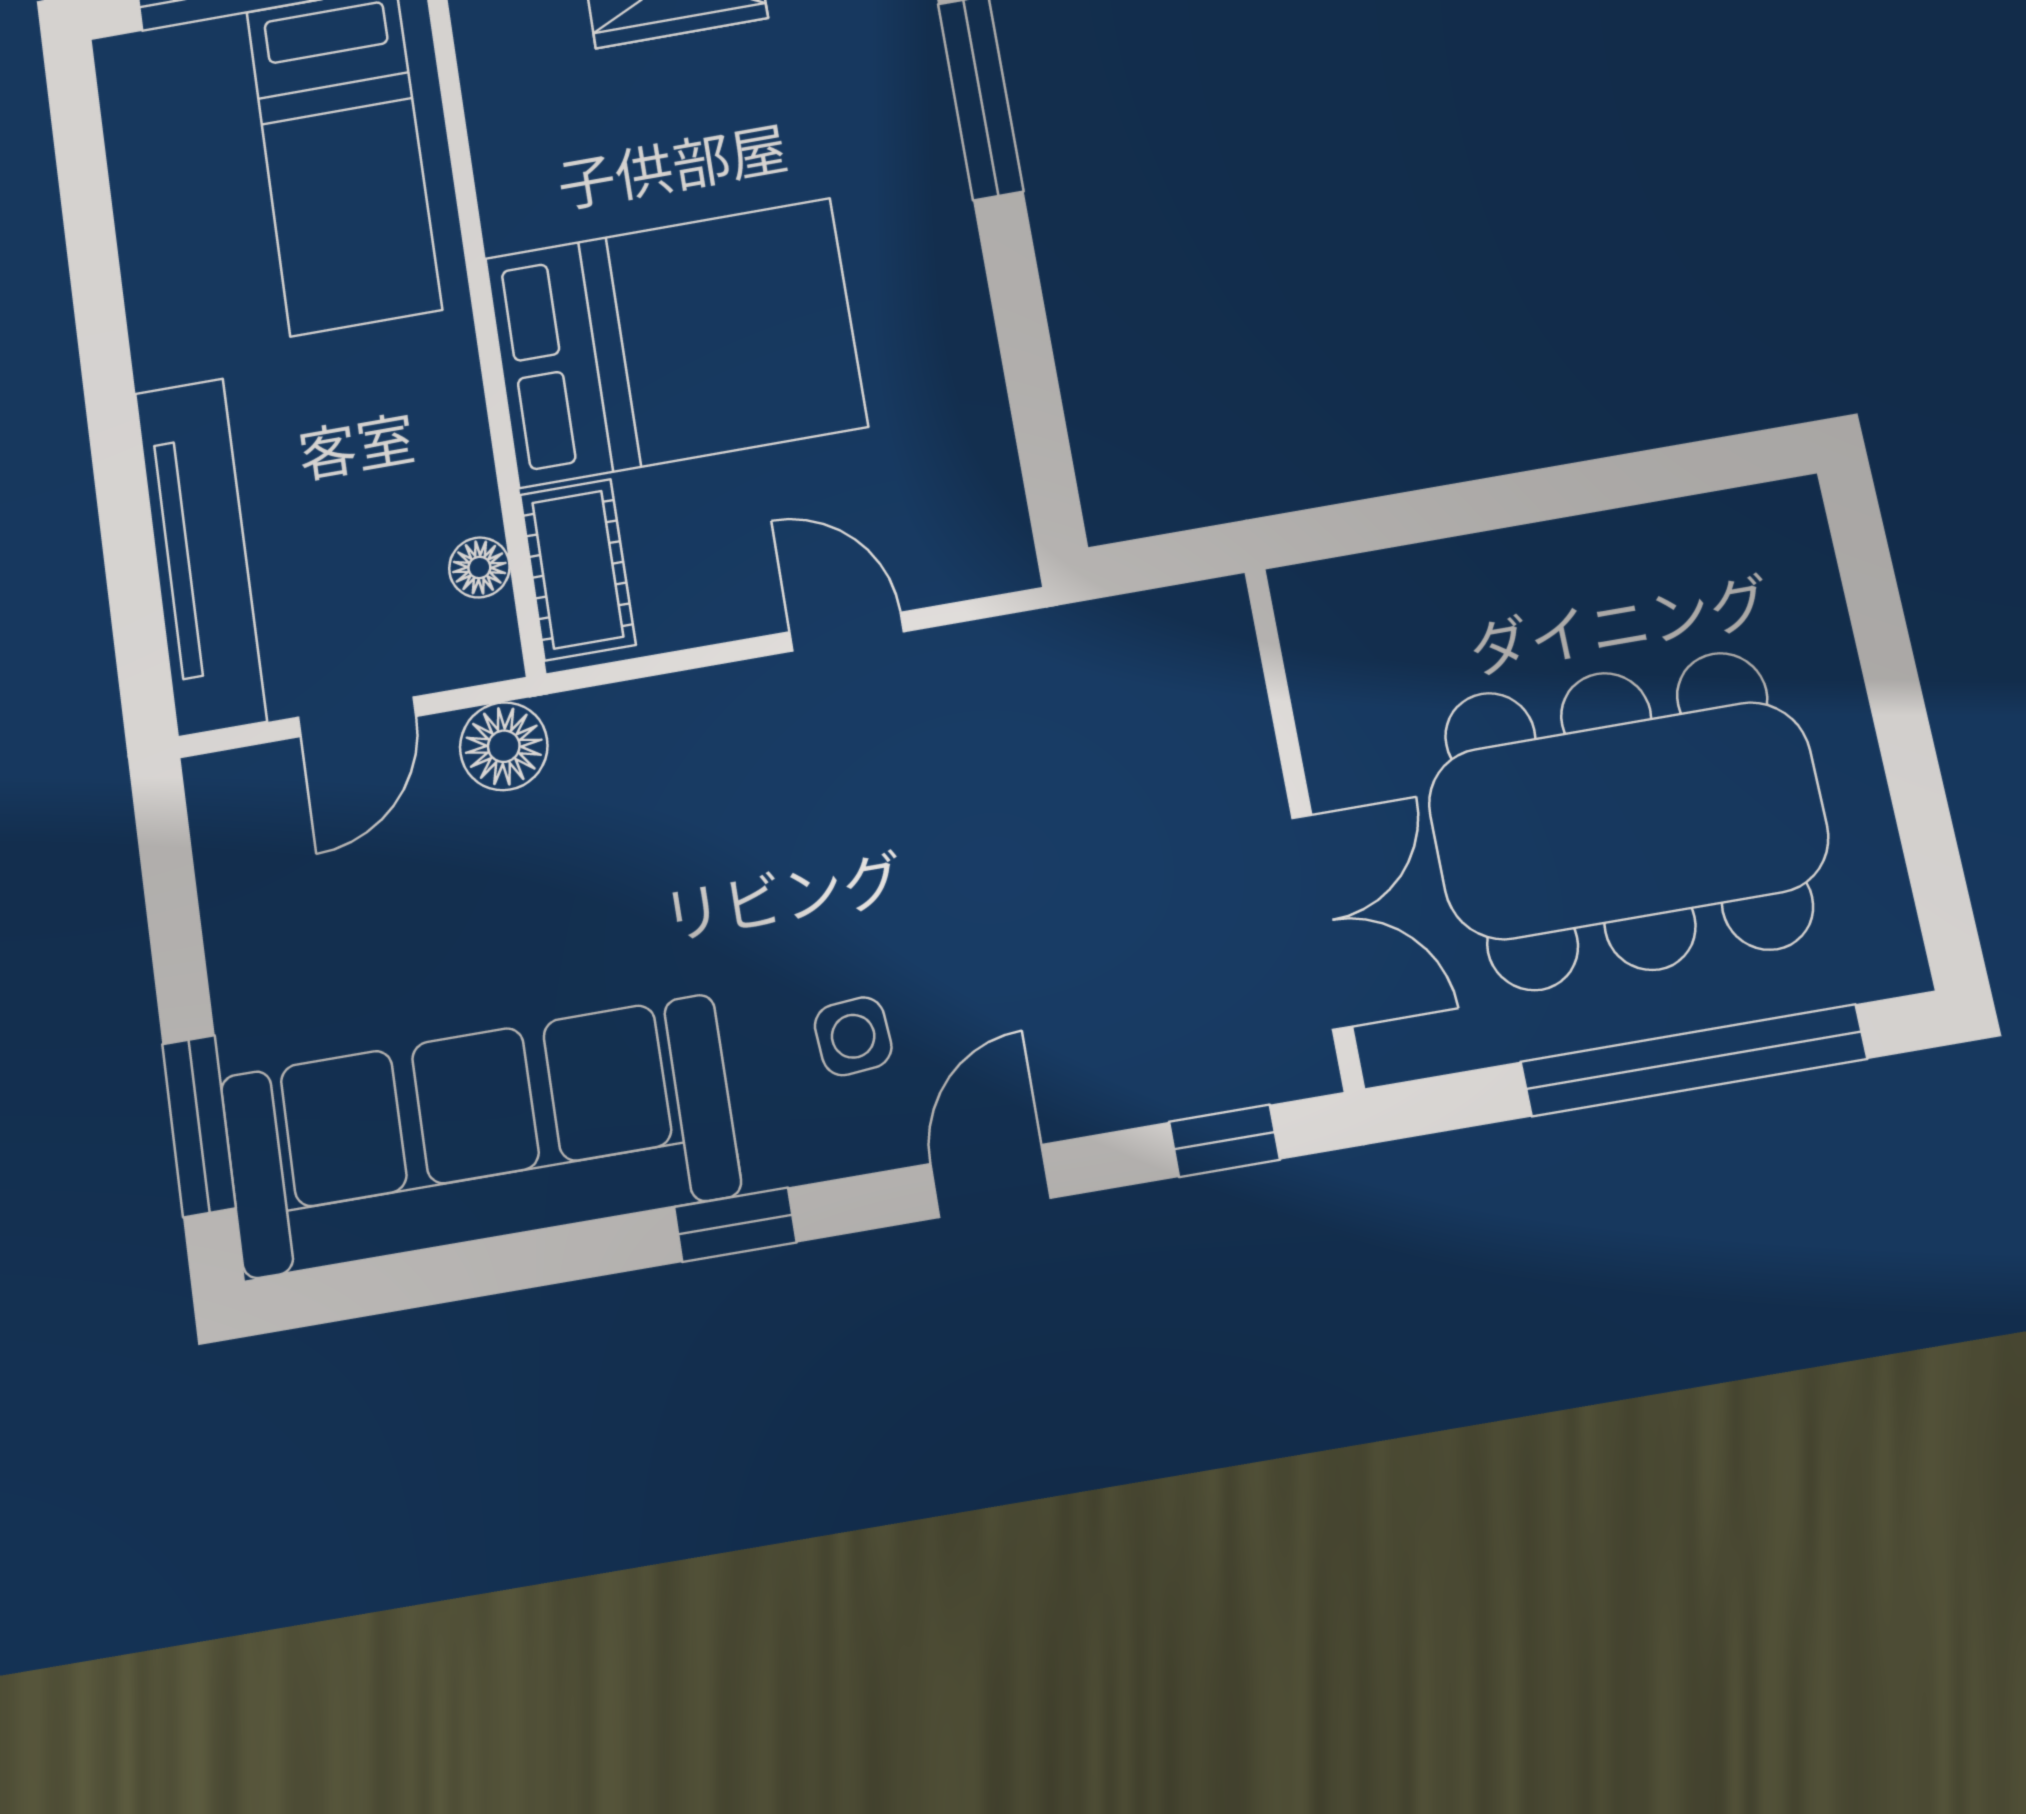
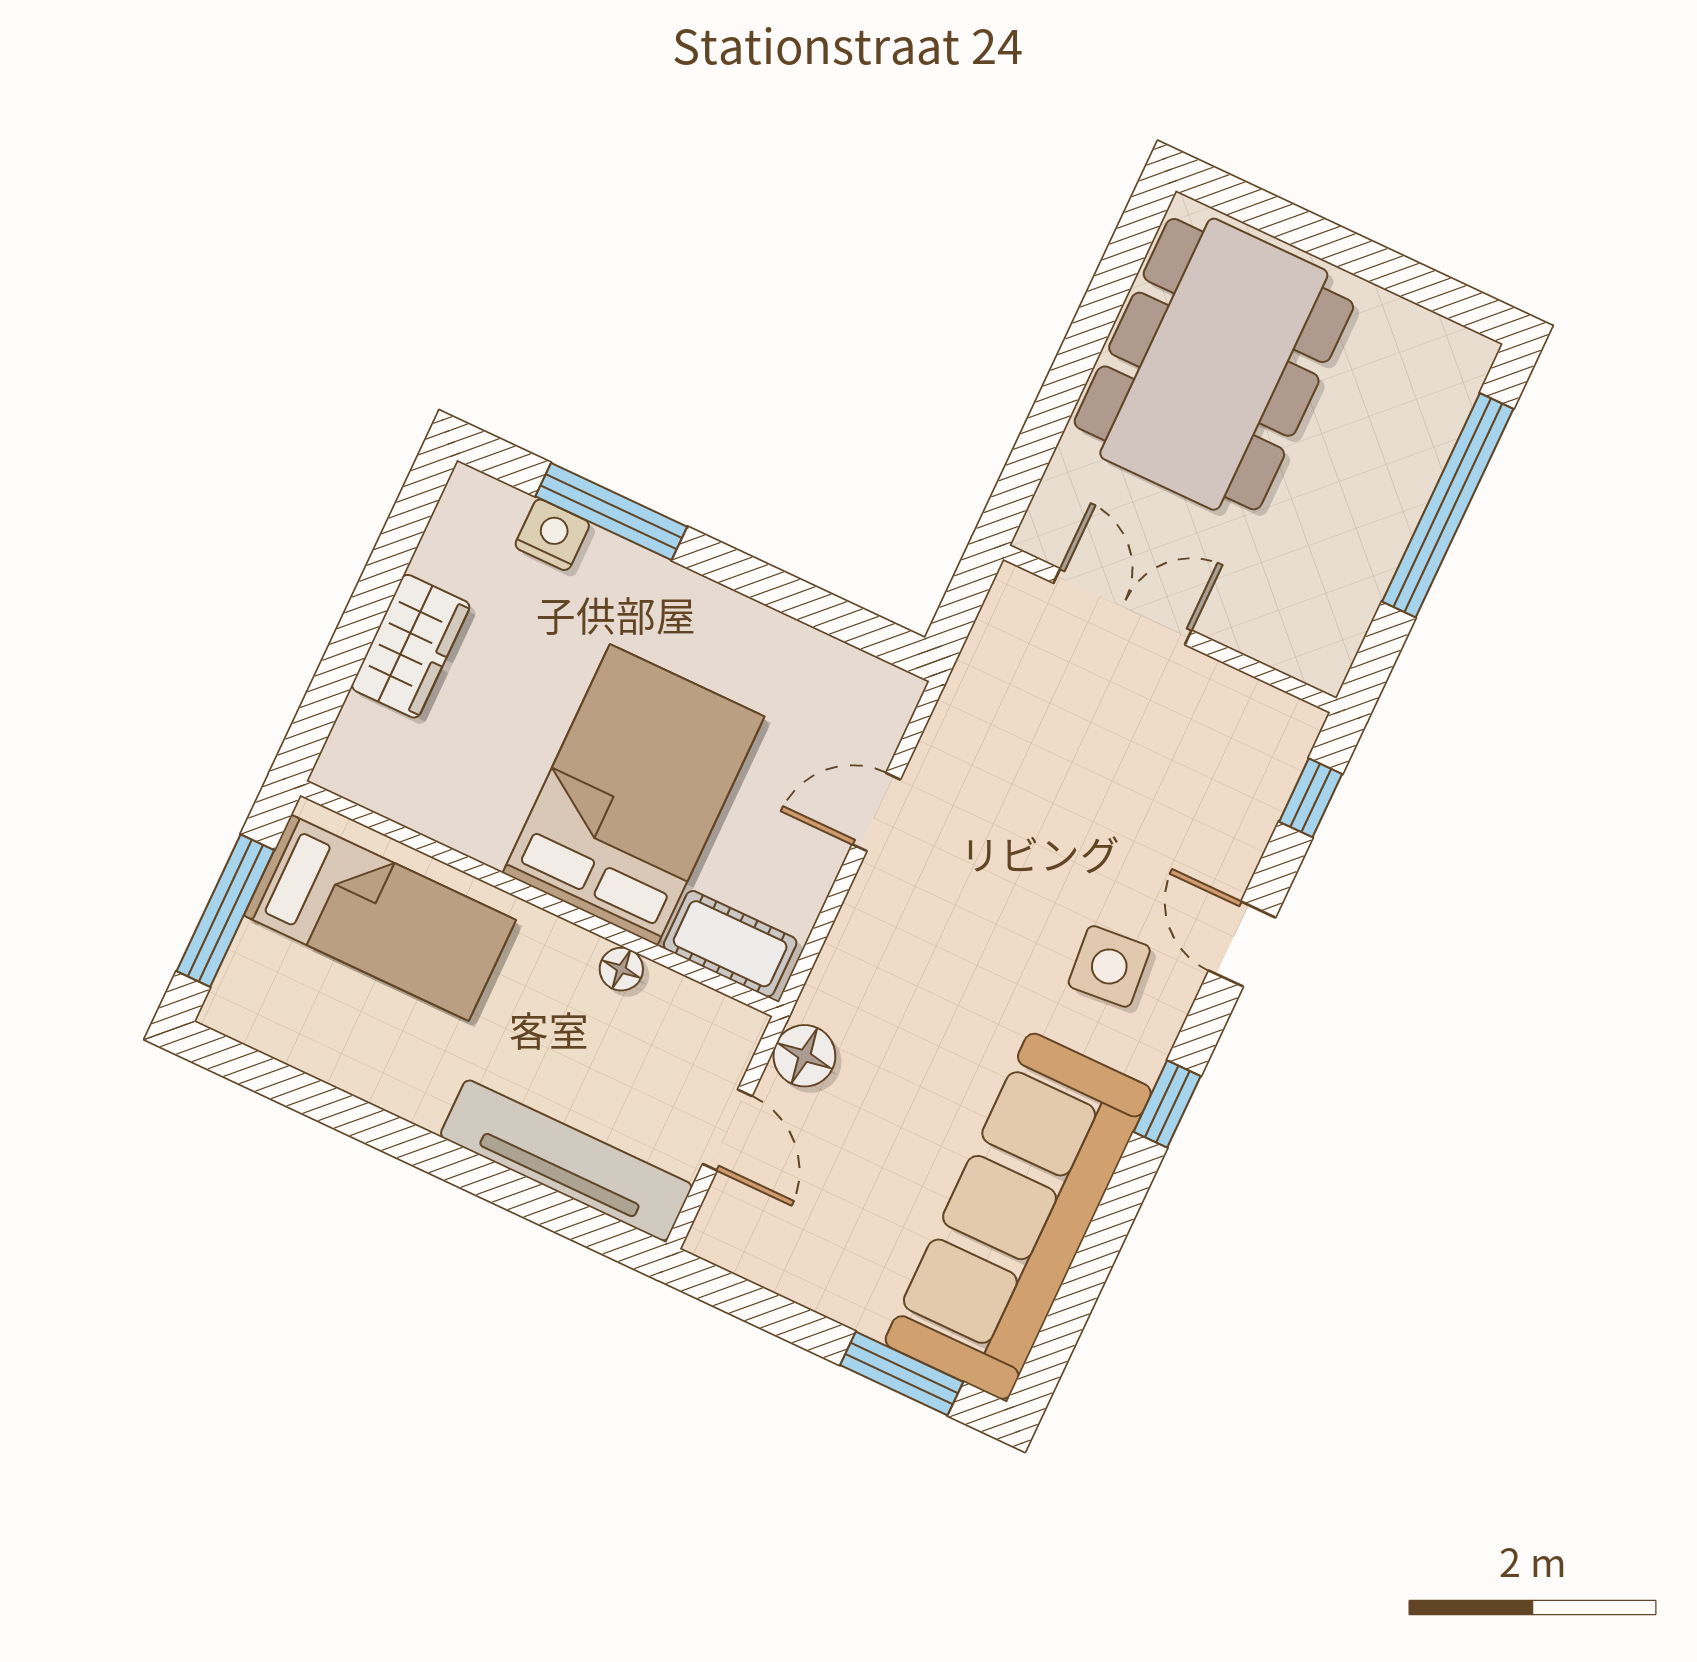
nightstand: (908, 52) -> (552, 535), added
floor lamp: (479, 567) -> (621, 969), moved
dining table: (1628, 820) -> (1214, 364), moved
double door: (1322, 922) -> (1123, 607), moved
side table: (853, 1036) -> (1109, 966), width x1.37, depth x1.37

